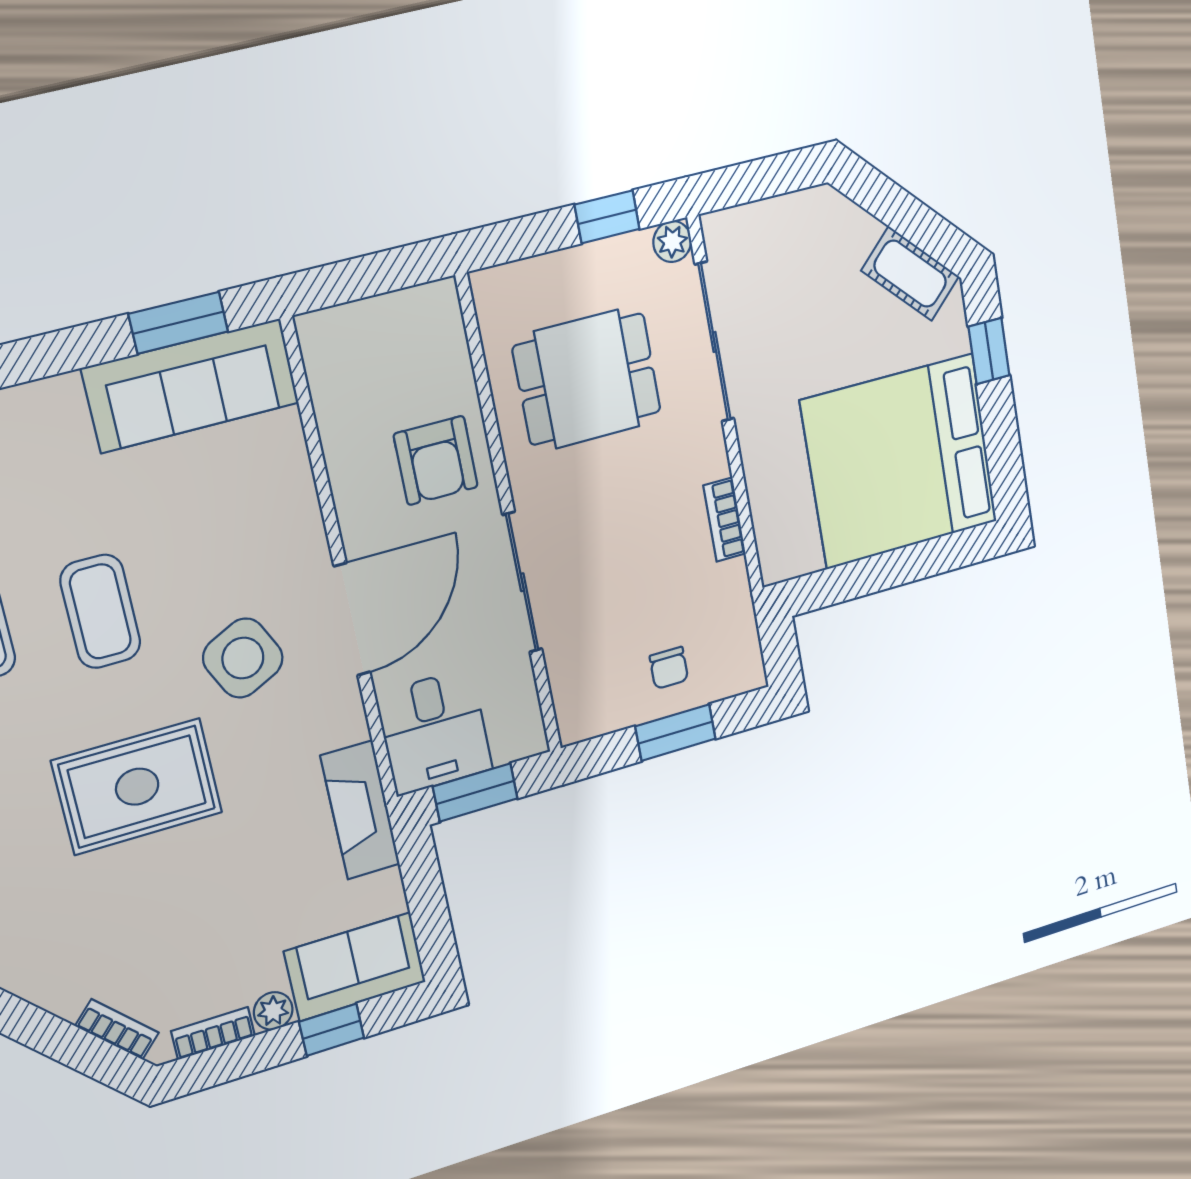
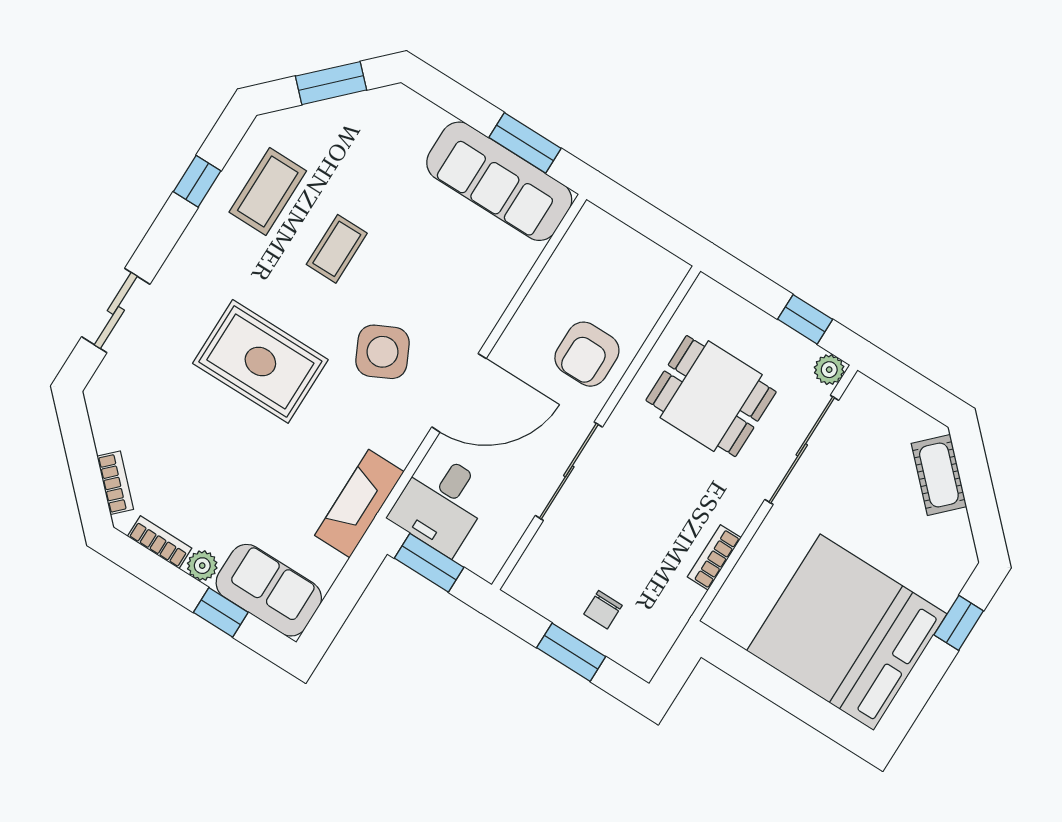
cot: (910, 274) -> (939, 475), moved
coffee table: (100, 611) -> (337, 249), width x0.73, depth x0.77

